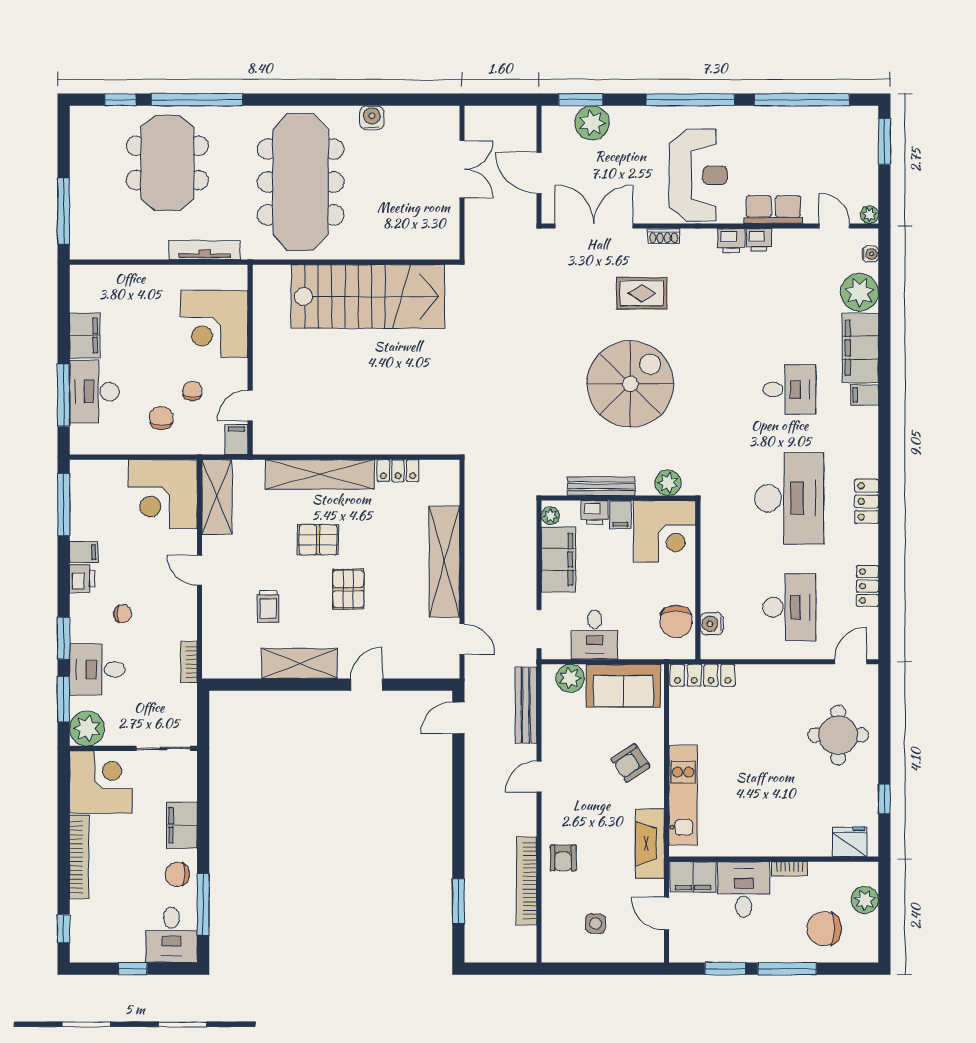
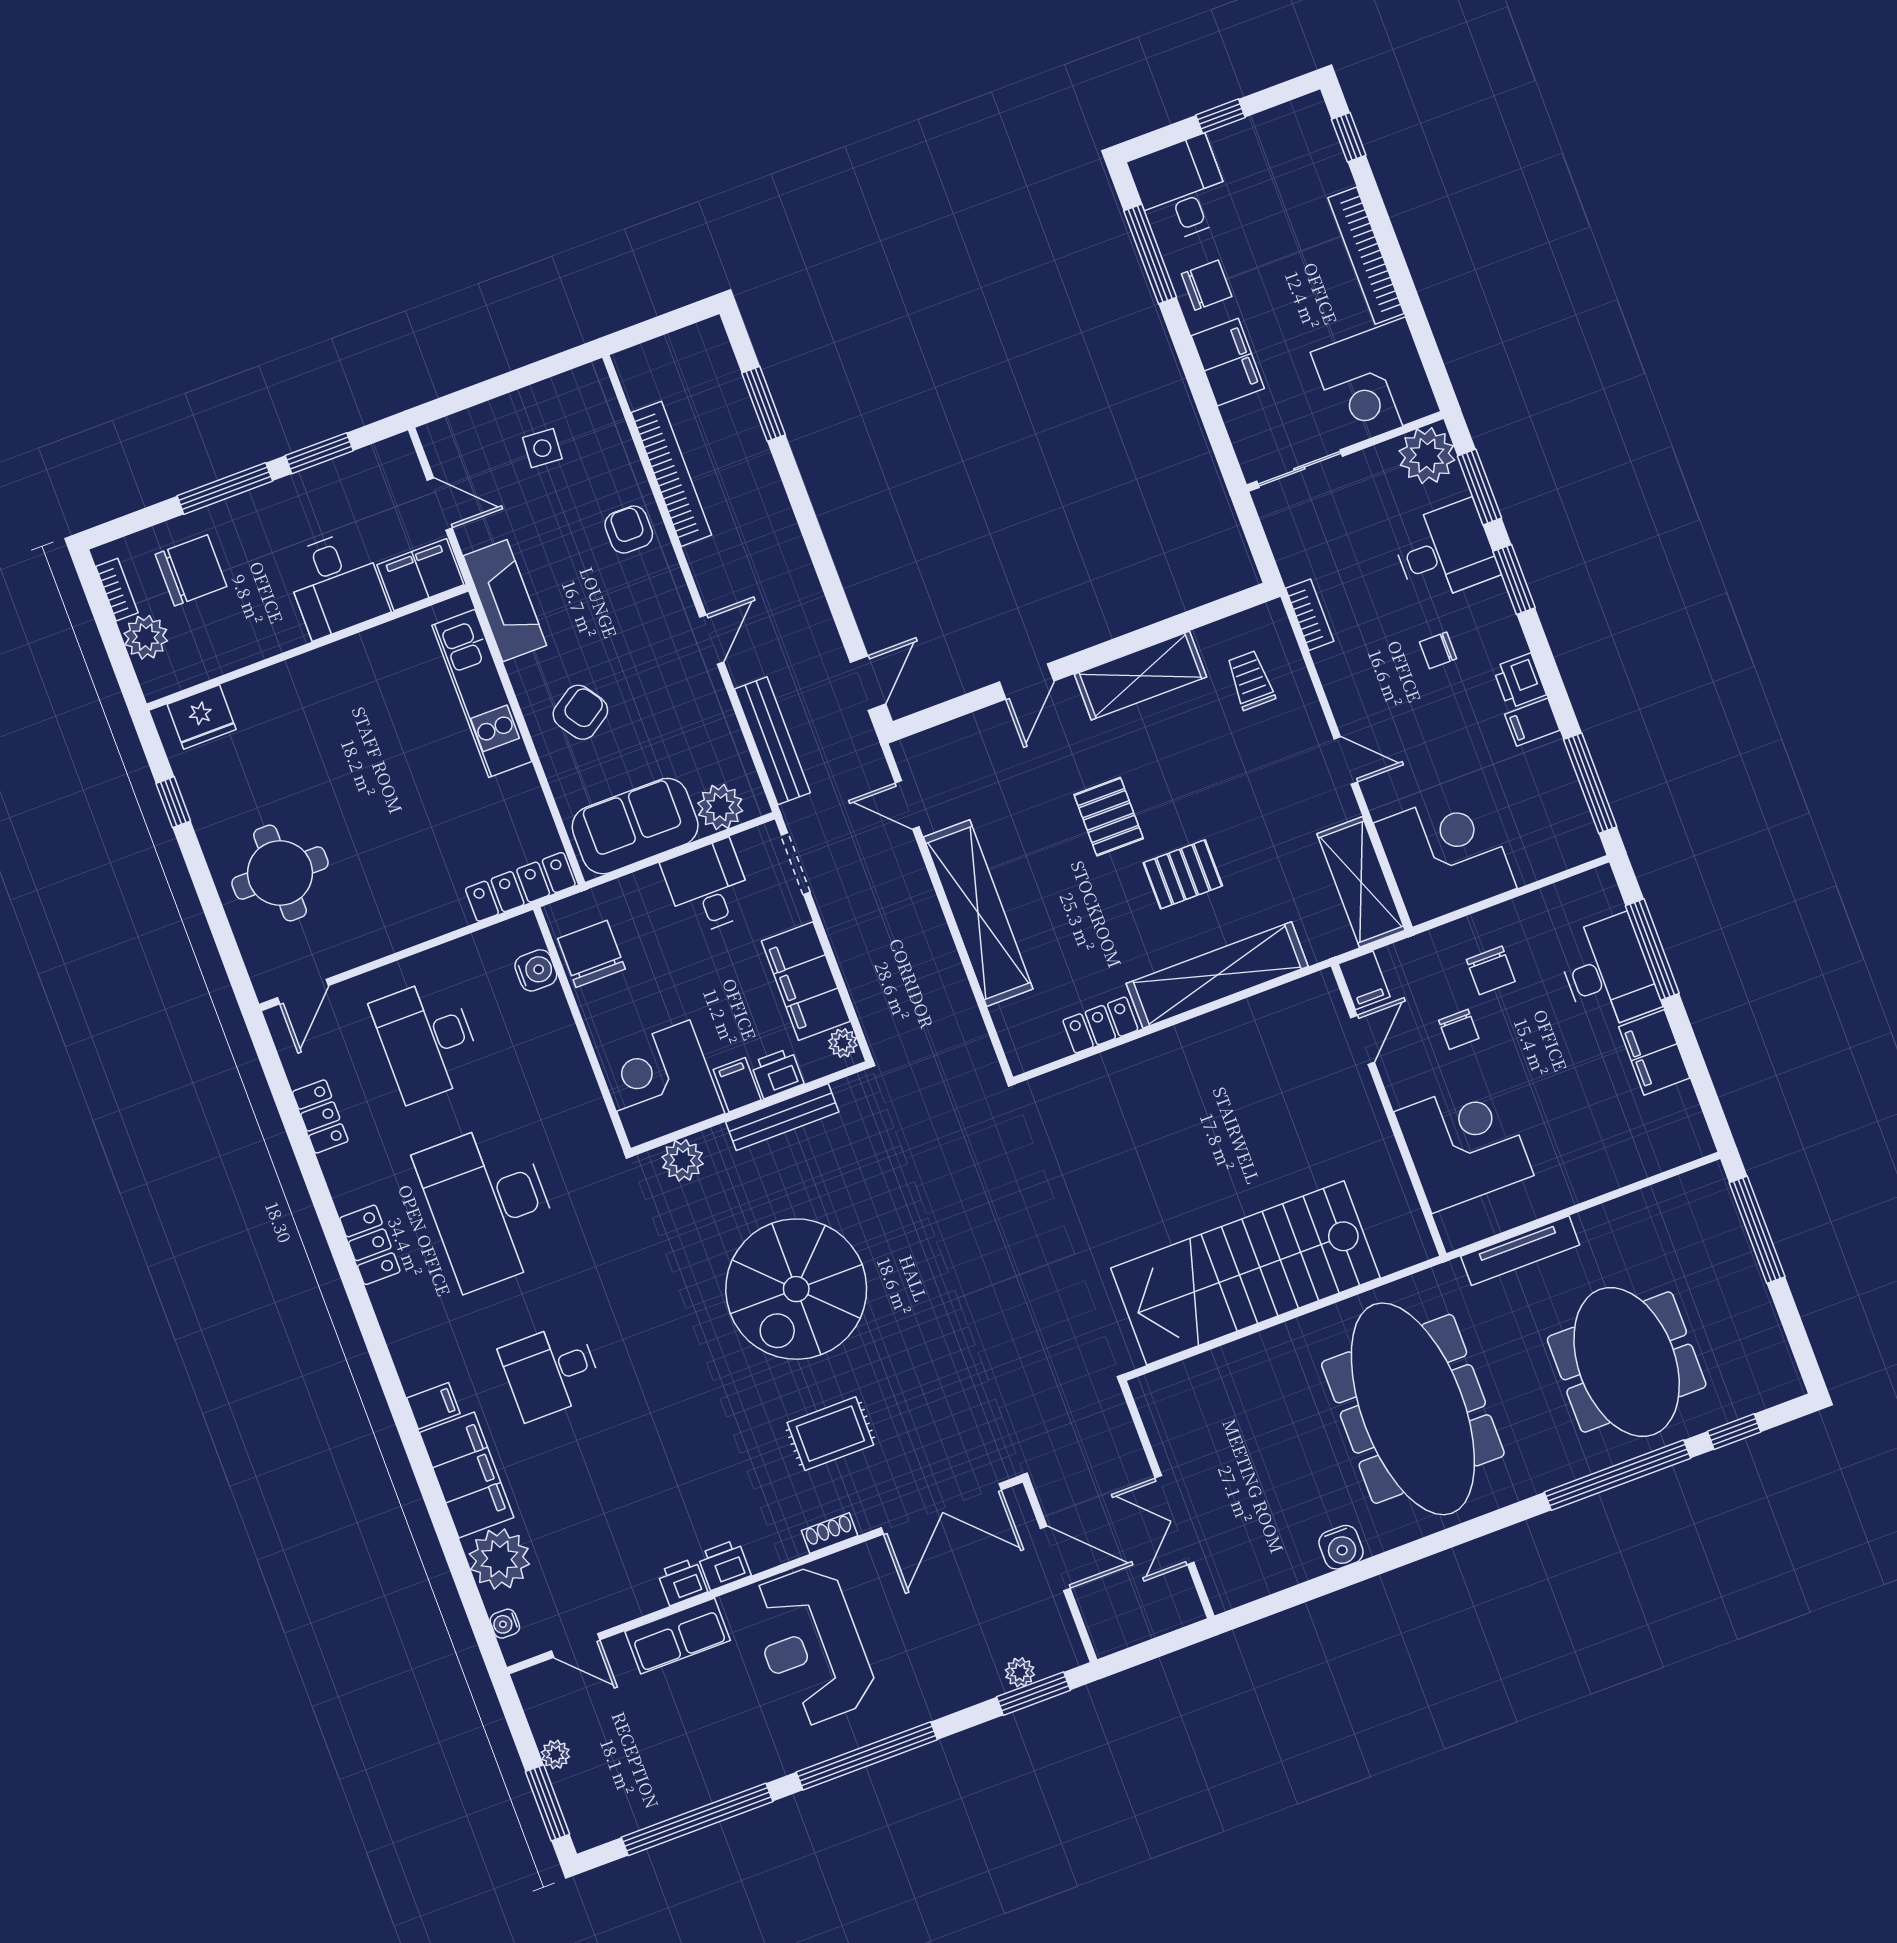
plant: (592, 123) -> (1020, 1672), width x0.53, depth x0.53
plant: (869, 215) -> (555, 1754), moved
trolley: (268, 606) -> (1251, 680), moved
bookcase: (790, 869) -> (117, 590), moved, turned 90

